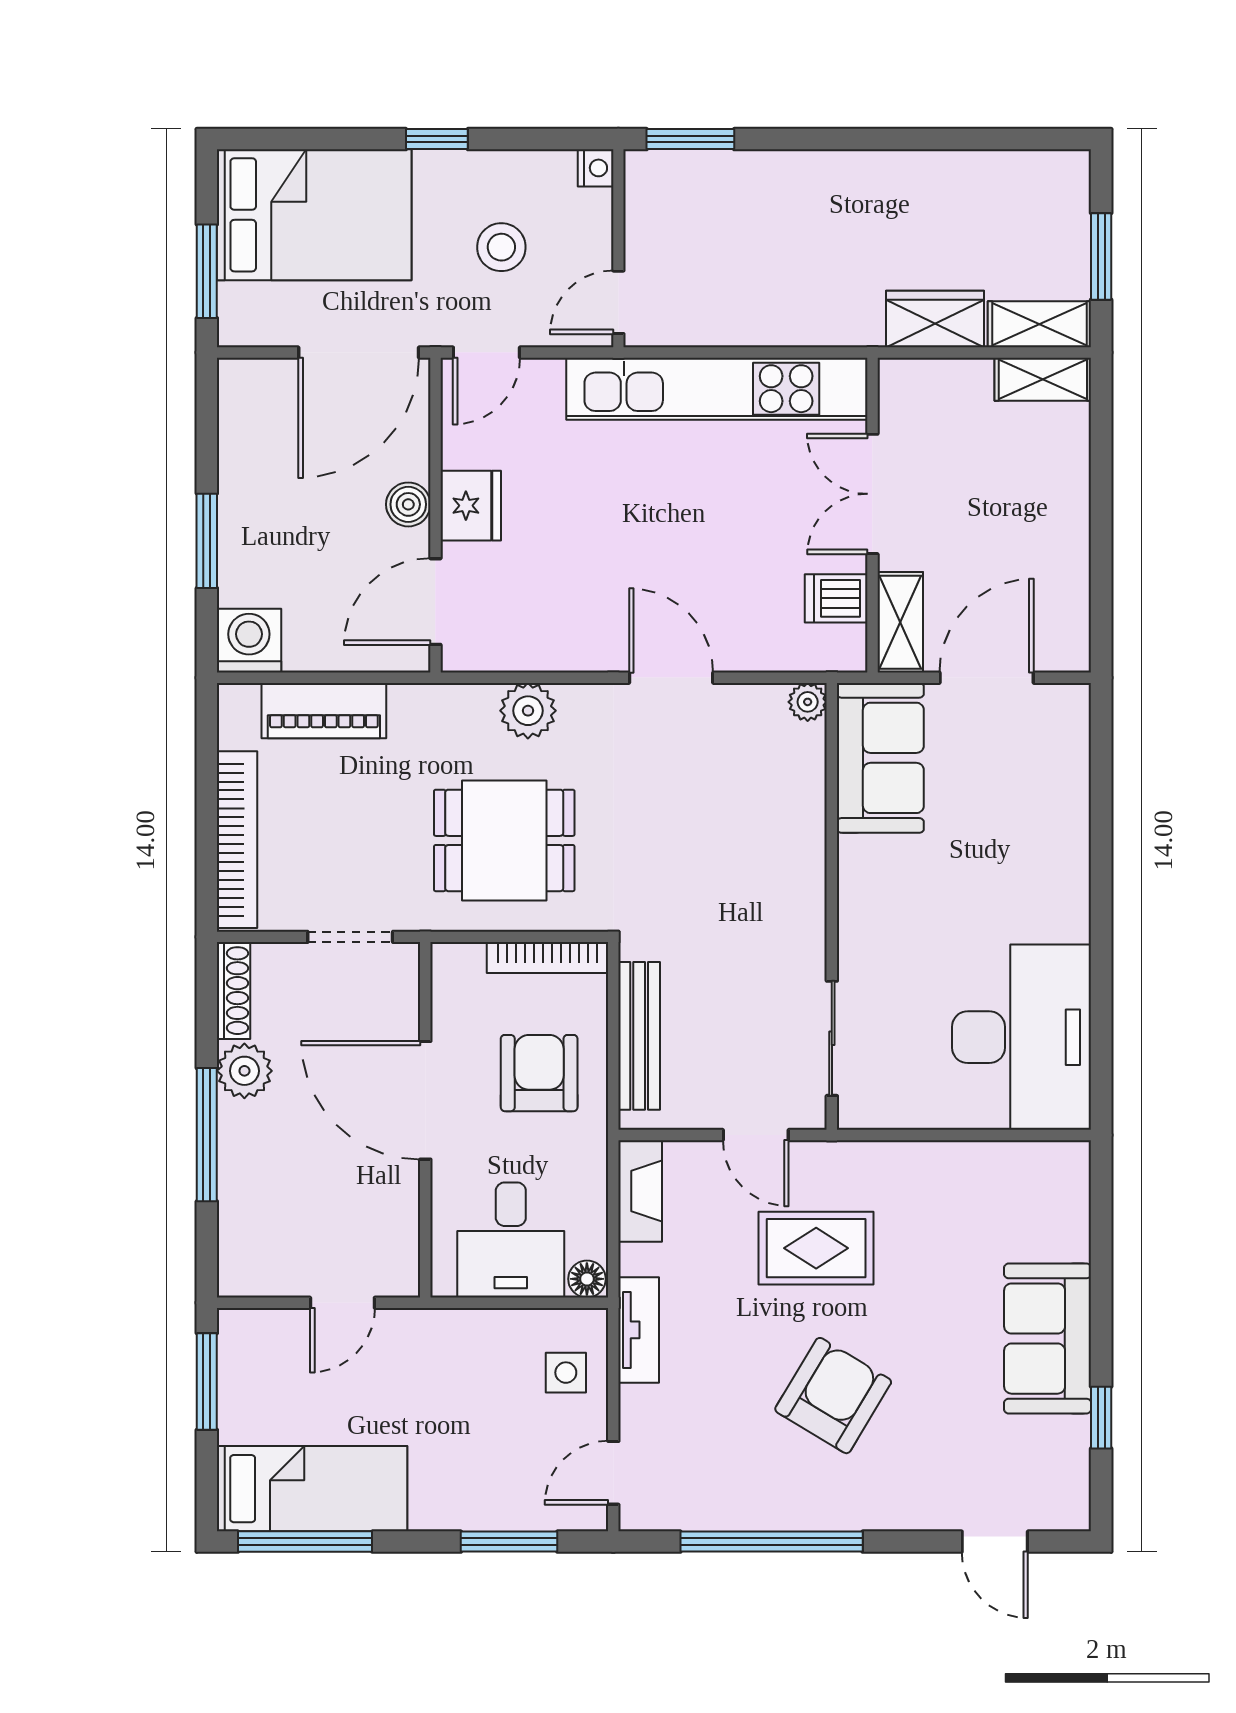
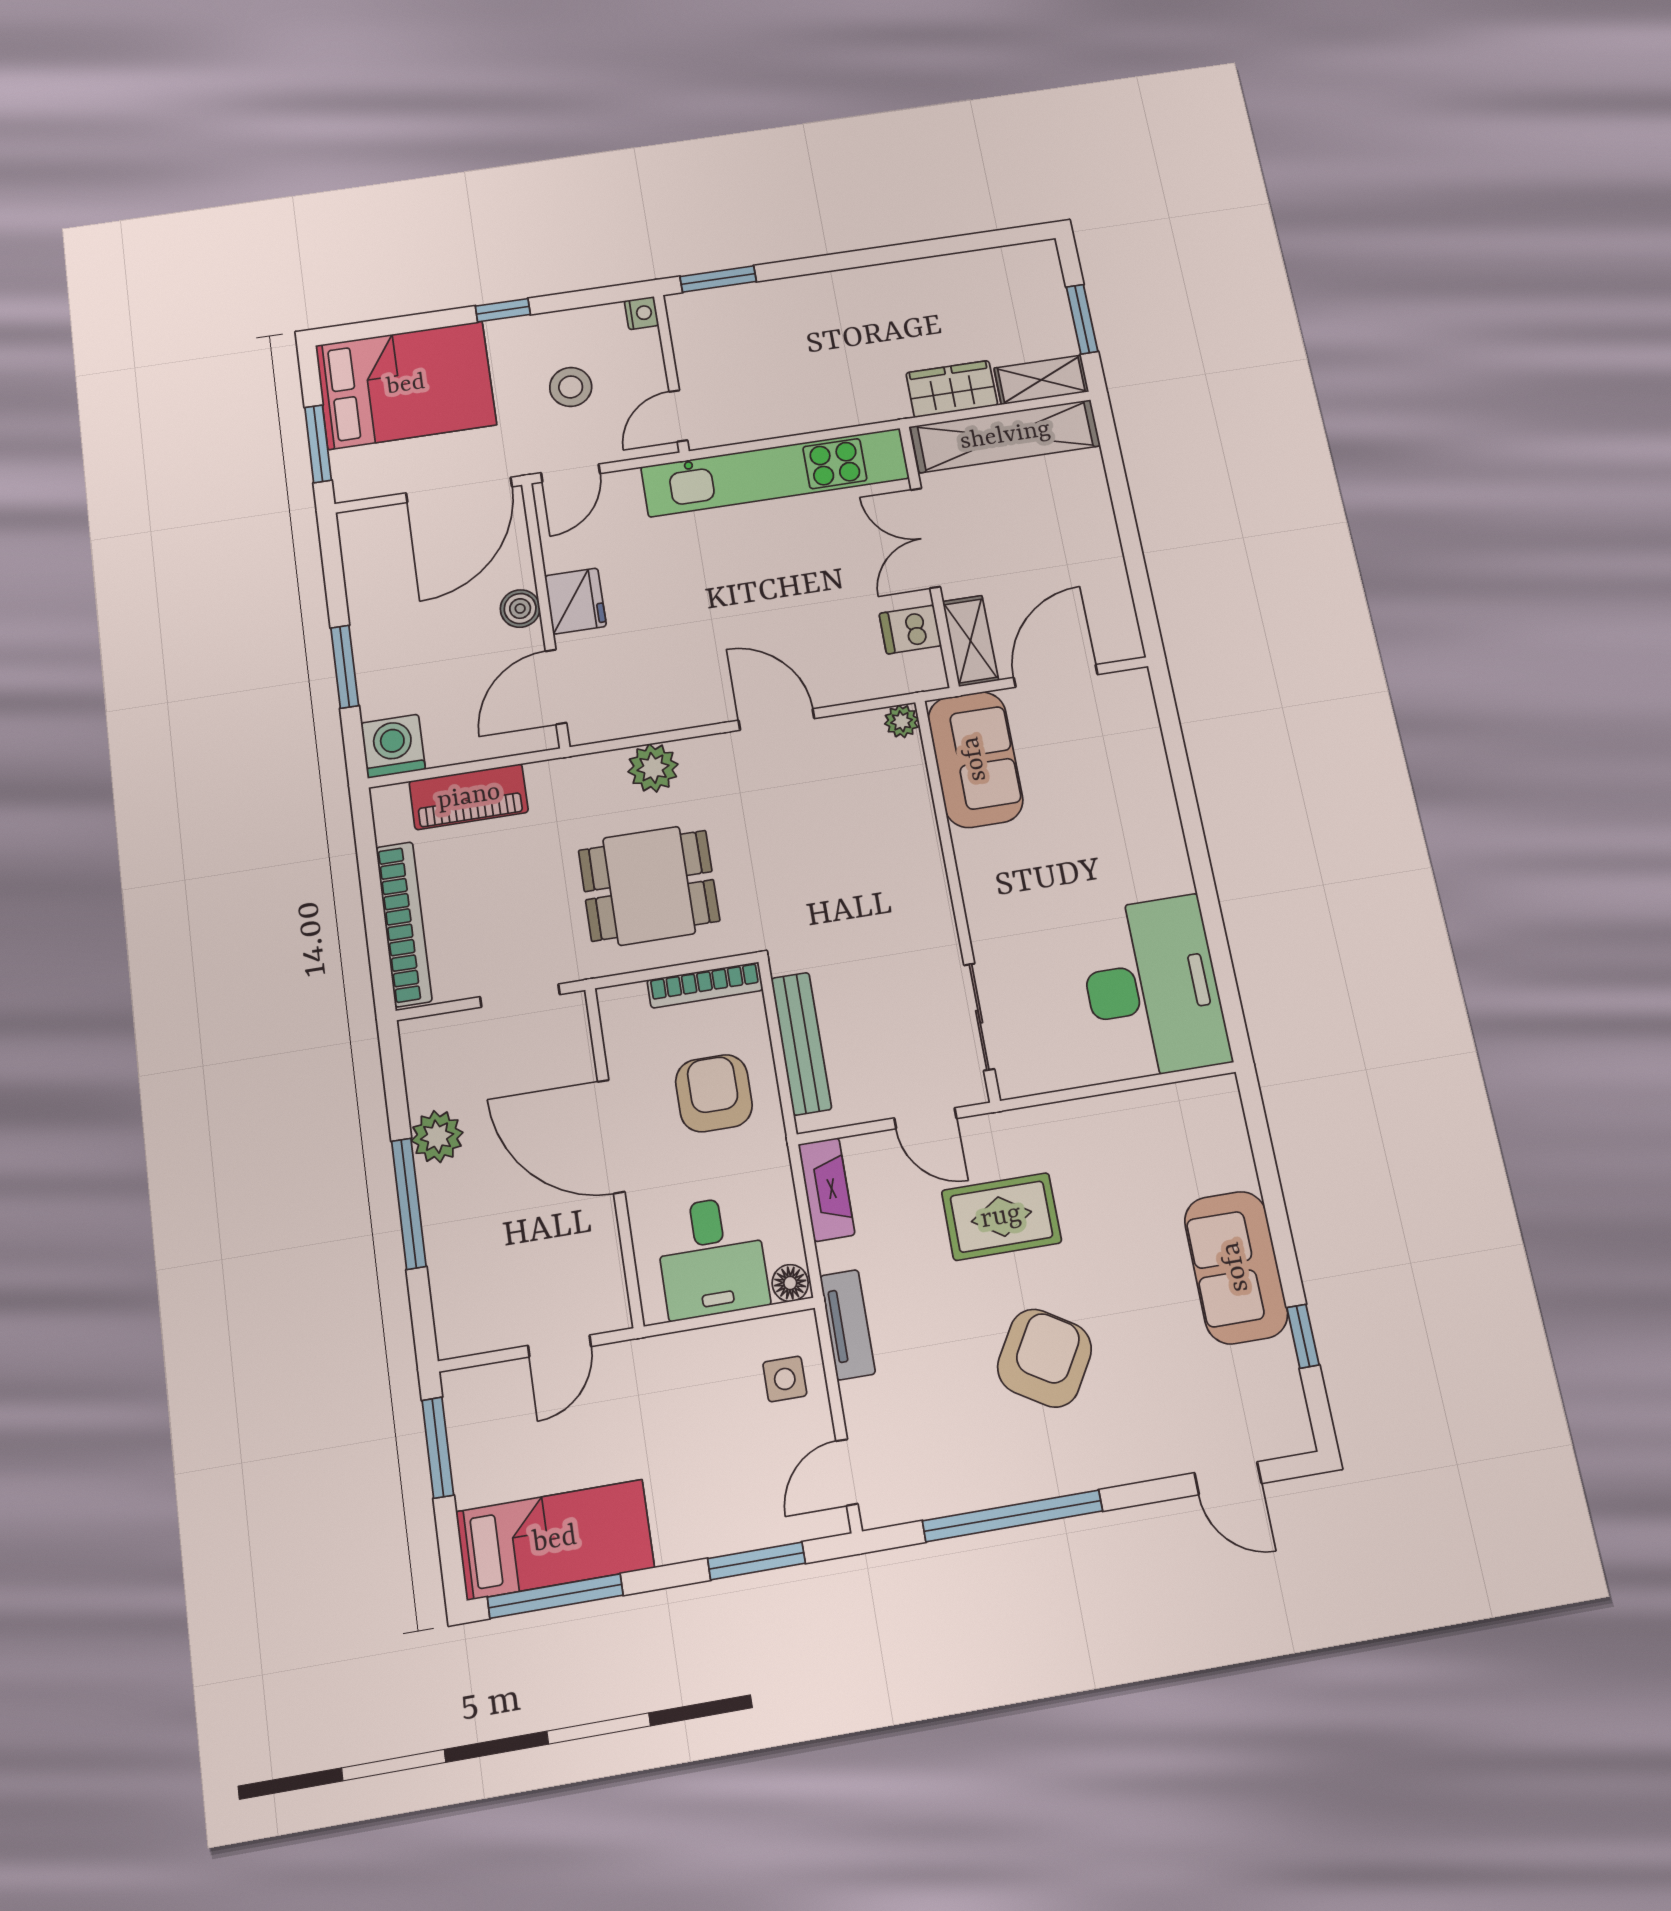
shelving: (1043, 379) -> (1005, 436), width x2.20, depth x1.33
shoe rack: (233, 991) -> (417, 1063), removed

